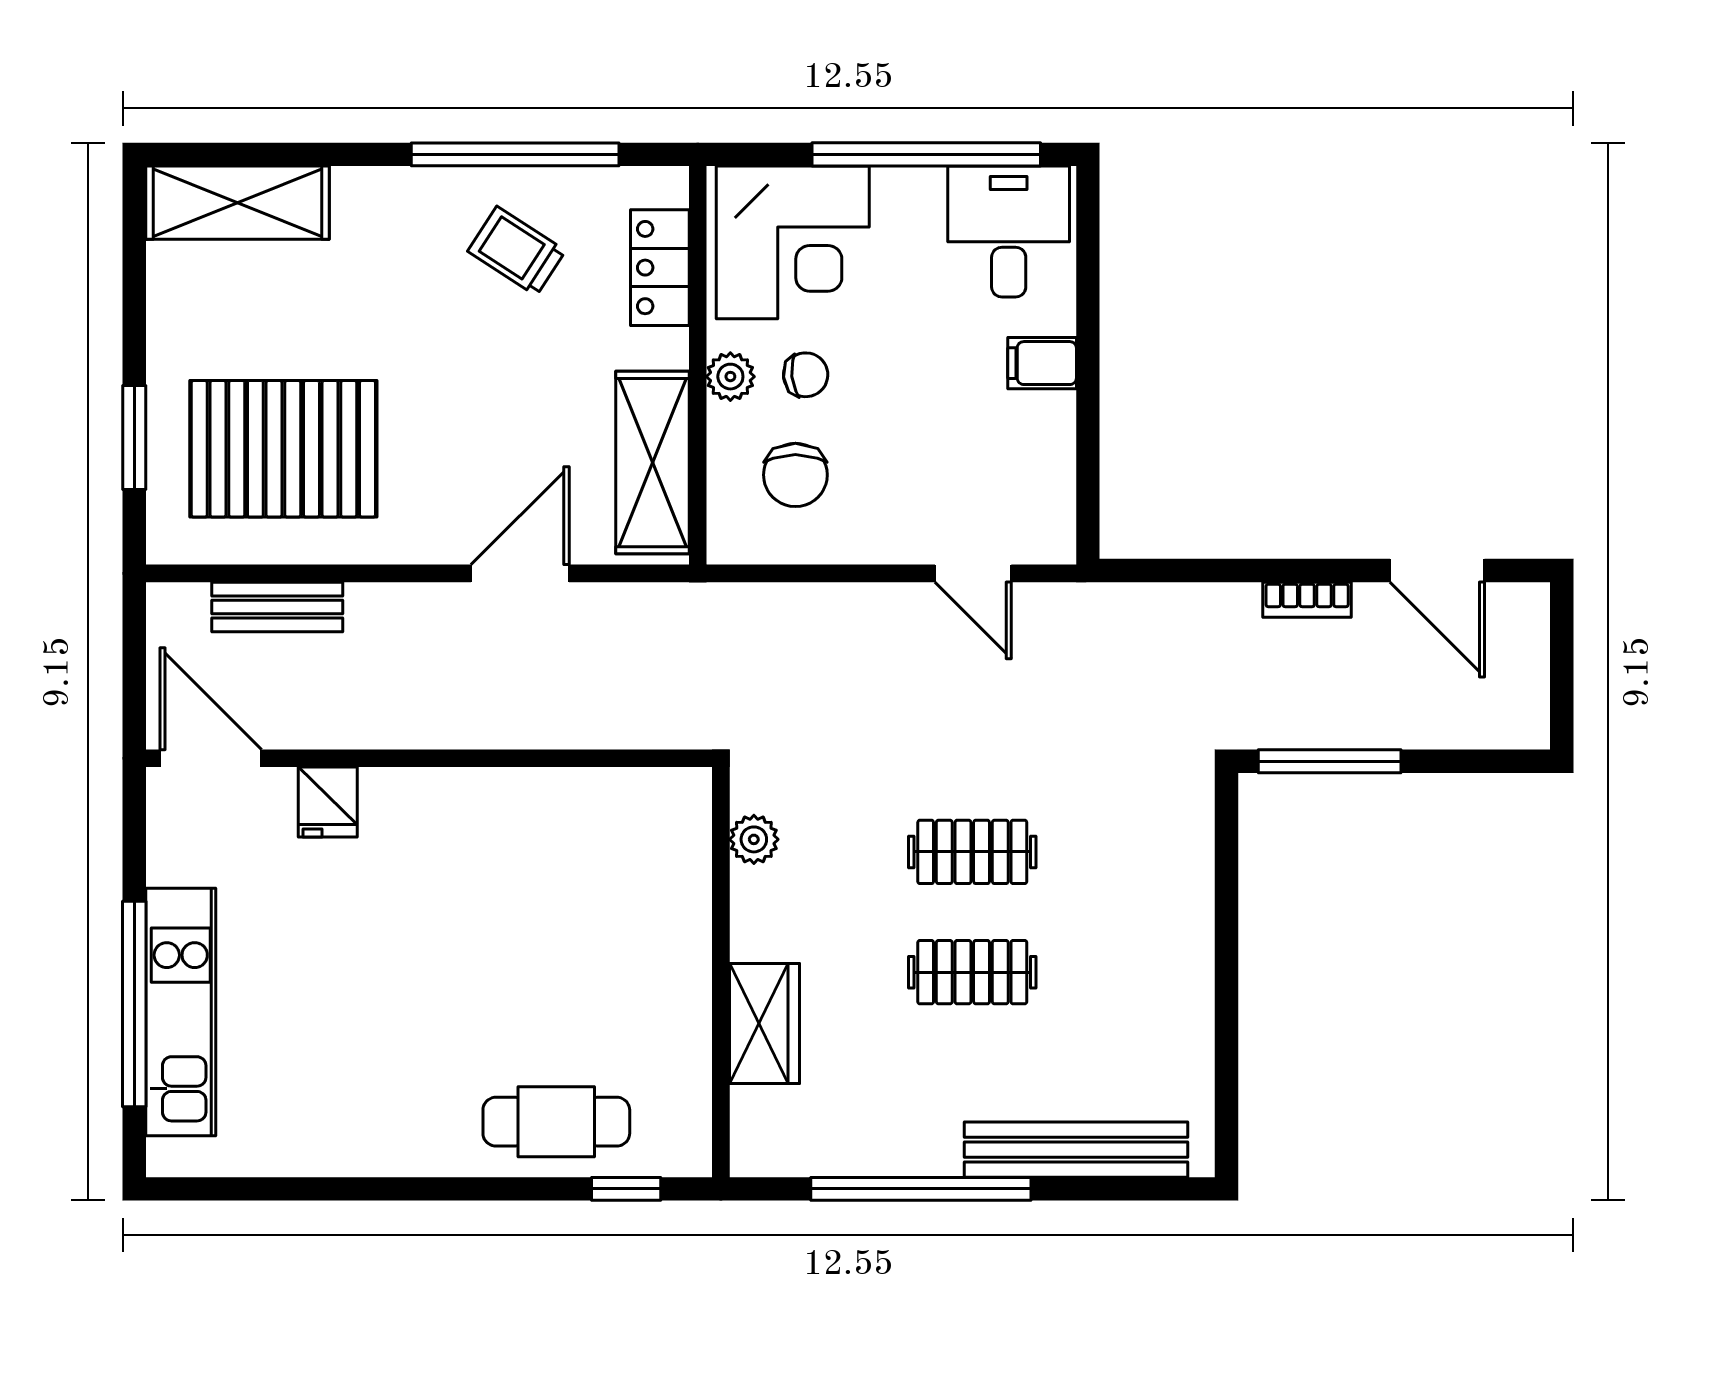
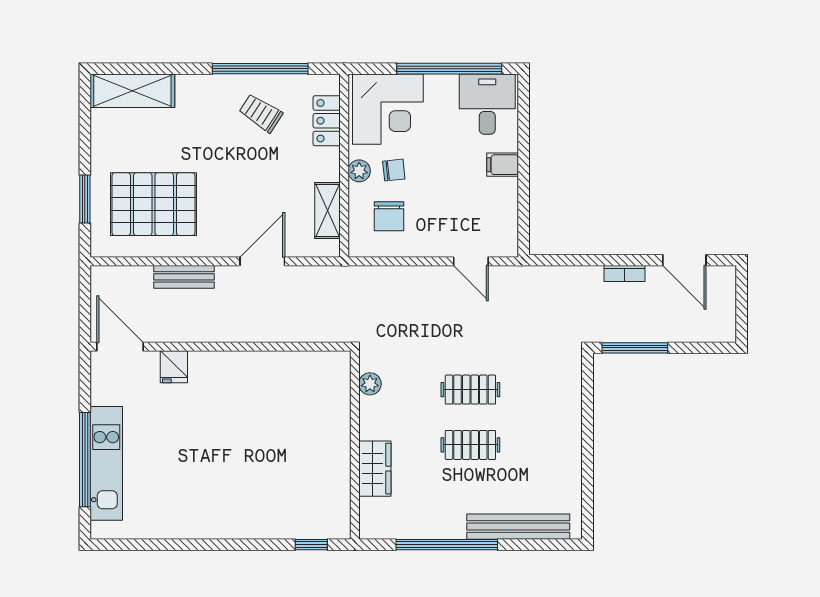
shelving: (653, 463) -> (328, 210), width x0.67, depth x0.75
bench: (277, 607) -> (184, 277), moved
cafe table: (556, 1122) -> (279, 514), removed

